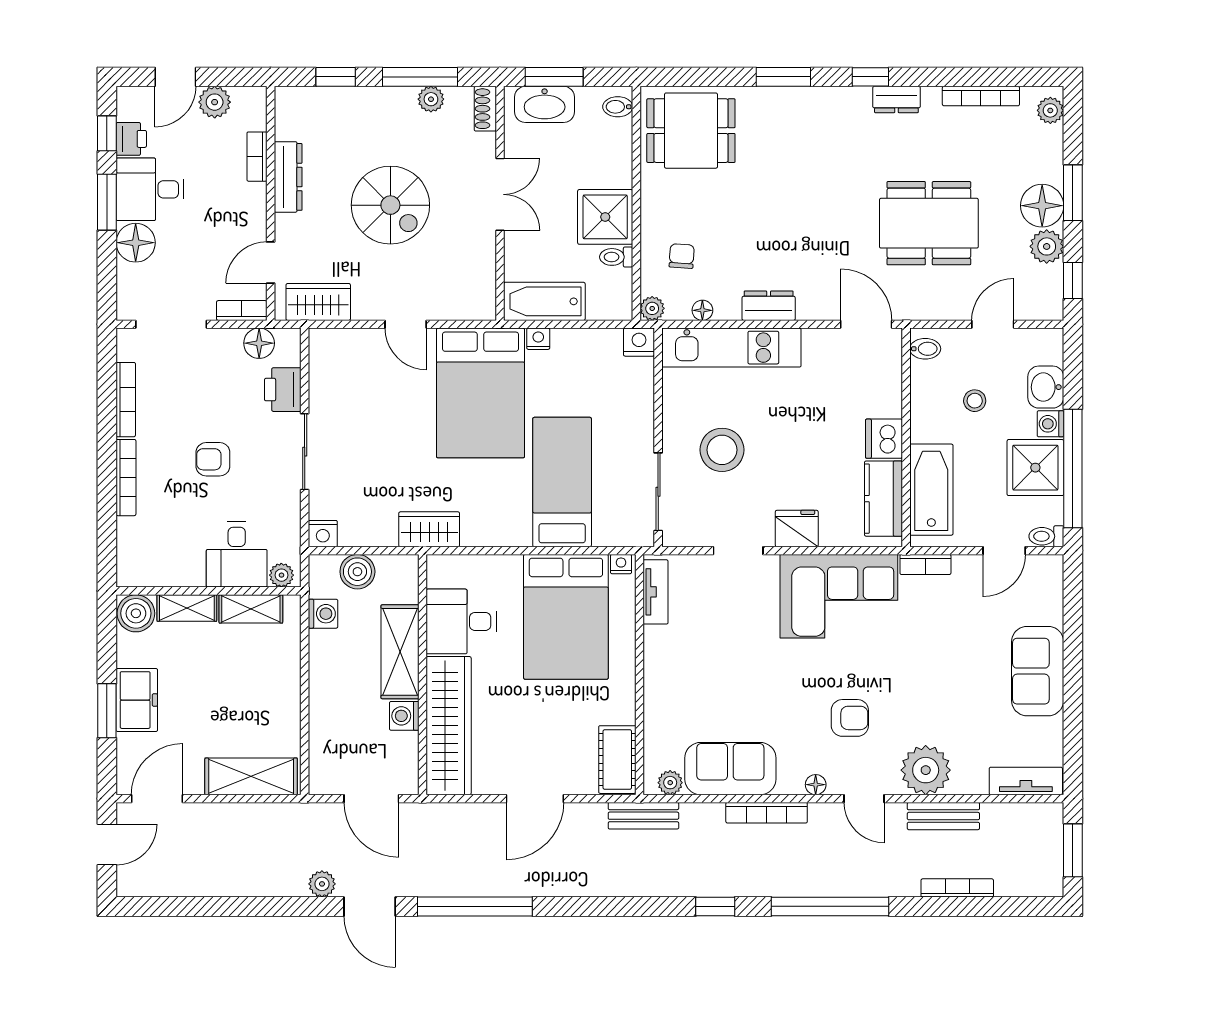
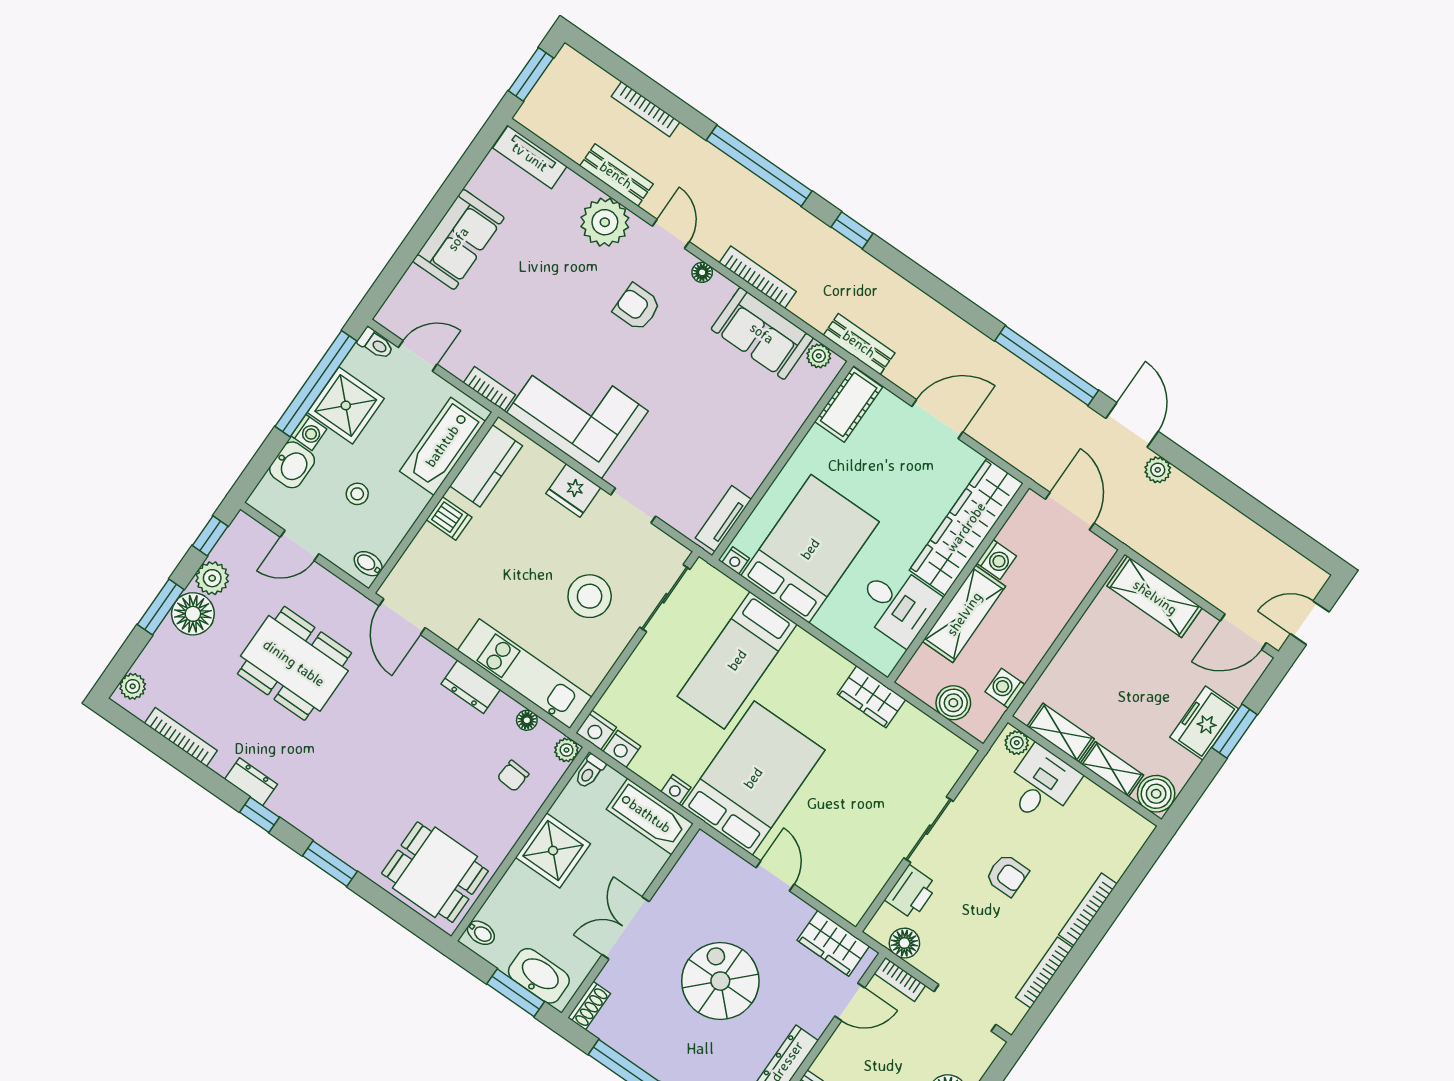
plant: (431, 99) -> (628, 1044), removed
toilet: (616, 257) -> (590, 771), moved, turned 90
dishwasher: (884, 439) -> (449, 518), width x0.73
nightstand: (323, 534) -> (622, 749), moved, turned 180

